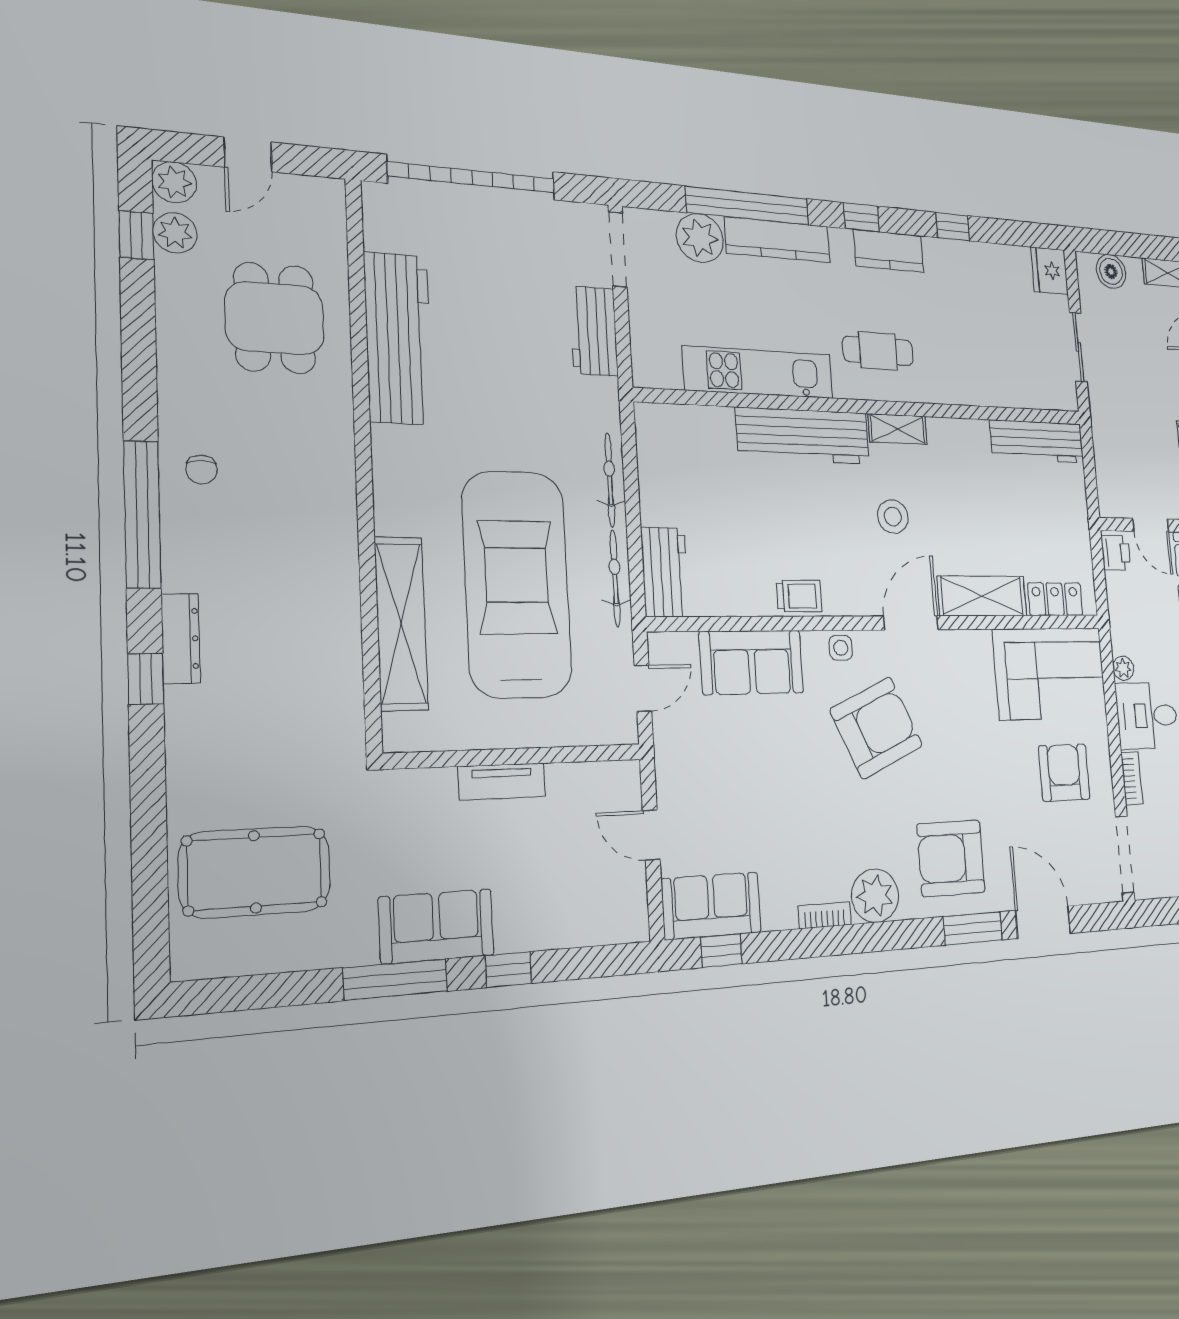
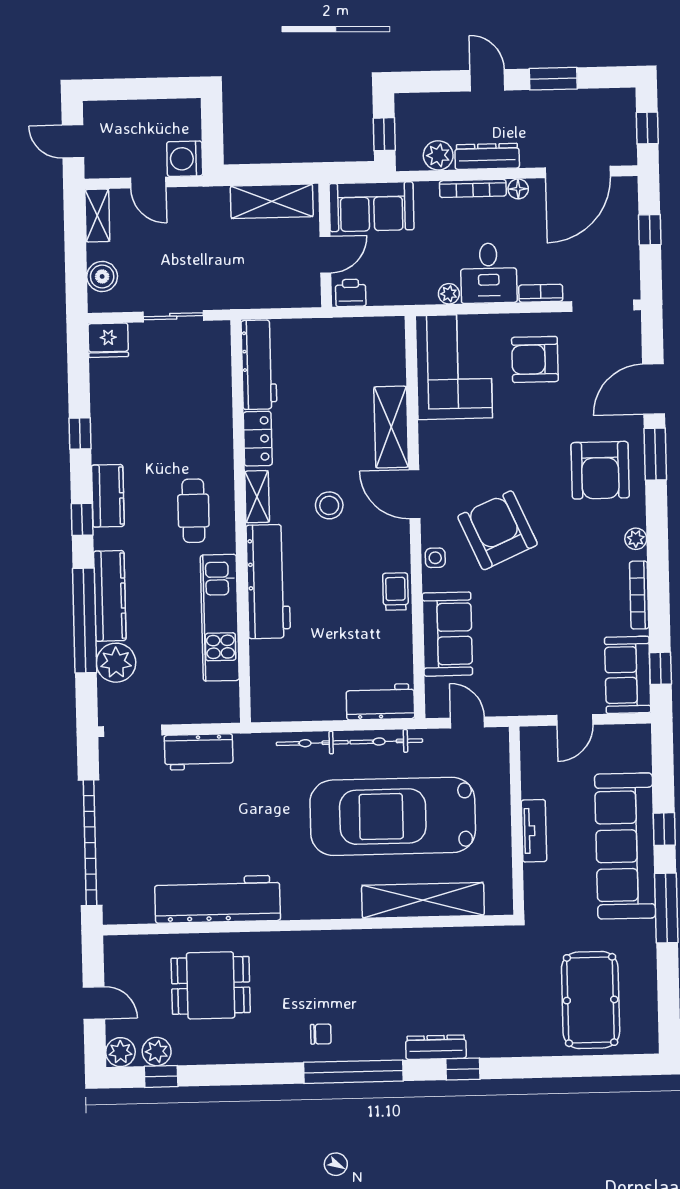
locker: (1055, 599) -> (258, 439), moved, turned 180
plant: (875, 896) -> (636, 539), width x0.53, depth x0.53
bookcase: (825, 915) -> (639, 595), width x1.56
sofa: (436, 926) -> (625, 846), width x1.85, depth x1.27

